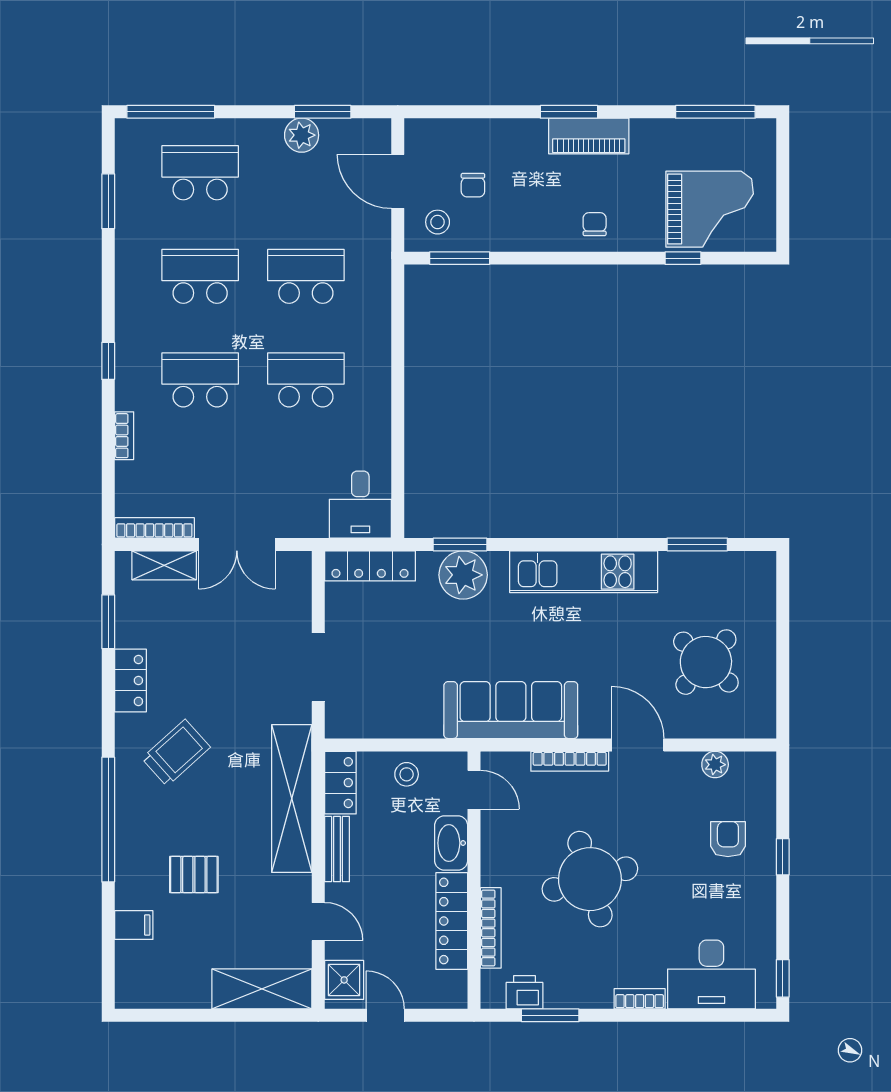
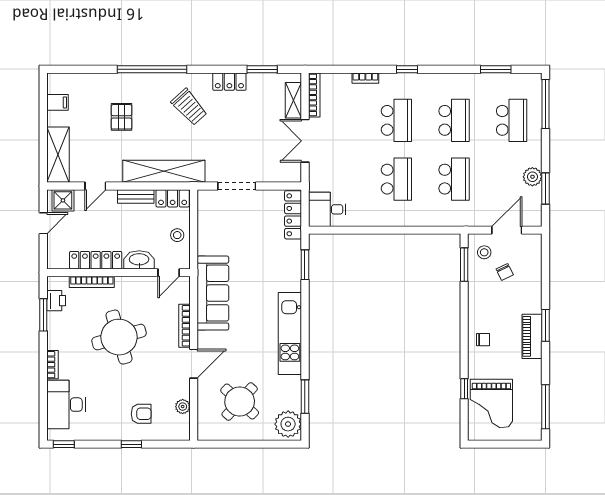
chair: (473, 185) -> (505, 272), turned -116
plant: (463, 575) -> (288, 424), moved
filing cabinet: (134, 925) -> (57, 102), moved, turned -90

